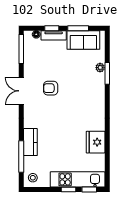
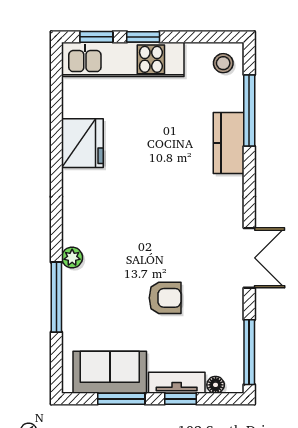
plant: (100, 68) -> (72, 258), moved
window: (107, 73) -> (56, 297), width x1.44
armchair: (51, 88) -> (165, 298), moved

